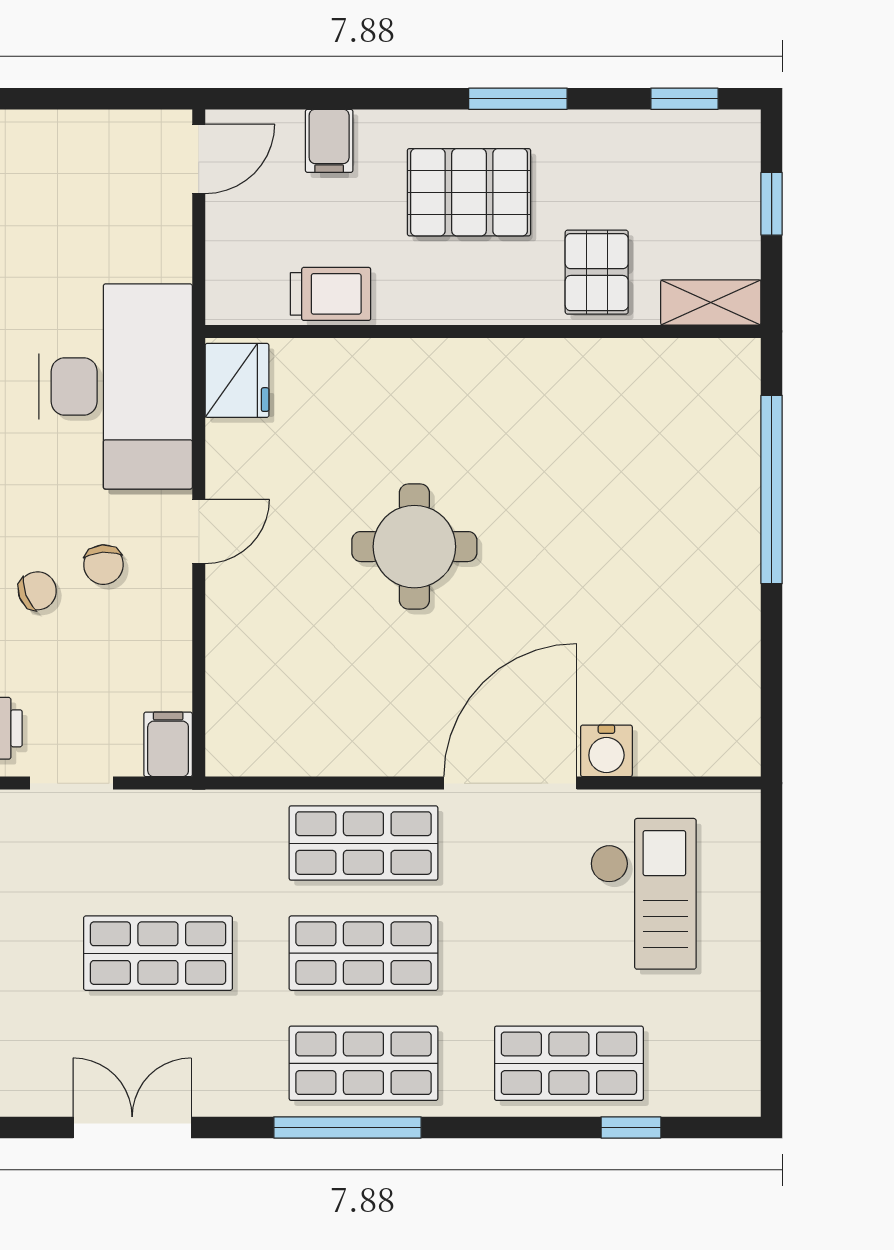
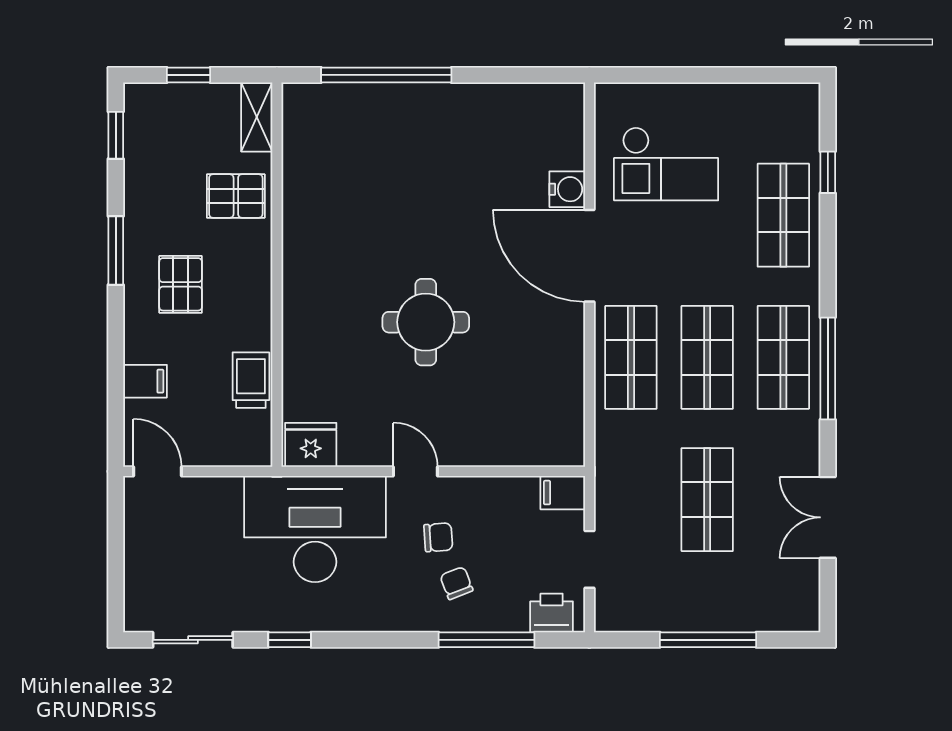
pallet: (469, 192) -> (181, 284), width x0.67, depth x0.71
checkout: (643, 894) -> (666, 164), turned 180

